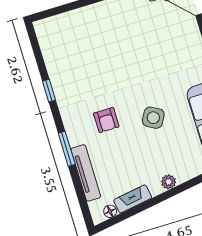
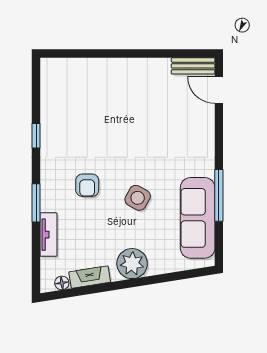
tv unit: (86, 173) -> (48, 235), width x0.71
plant: (169, 182) -> (132, 264), width x1.88, depth x1.88

